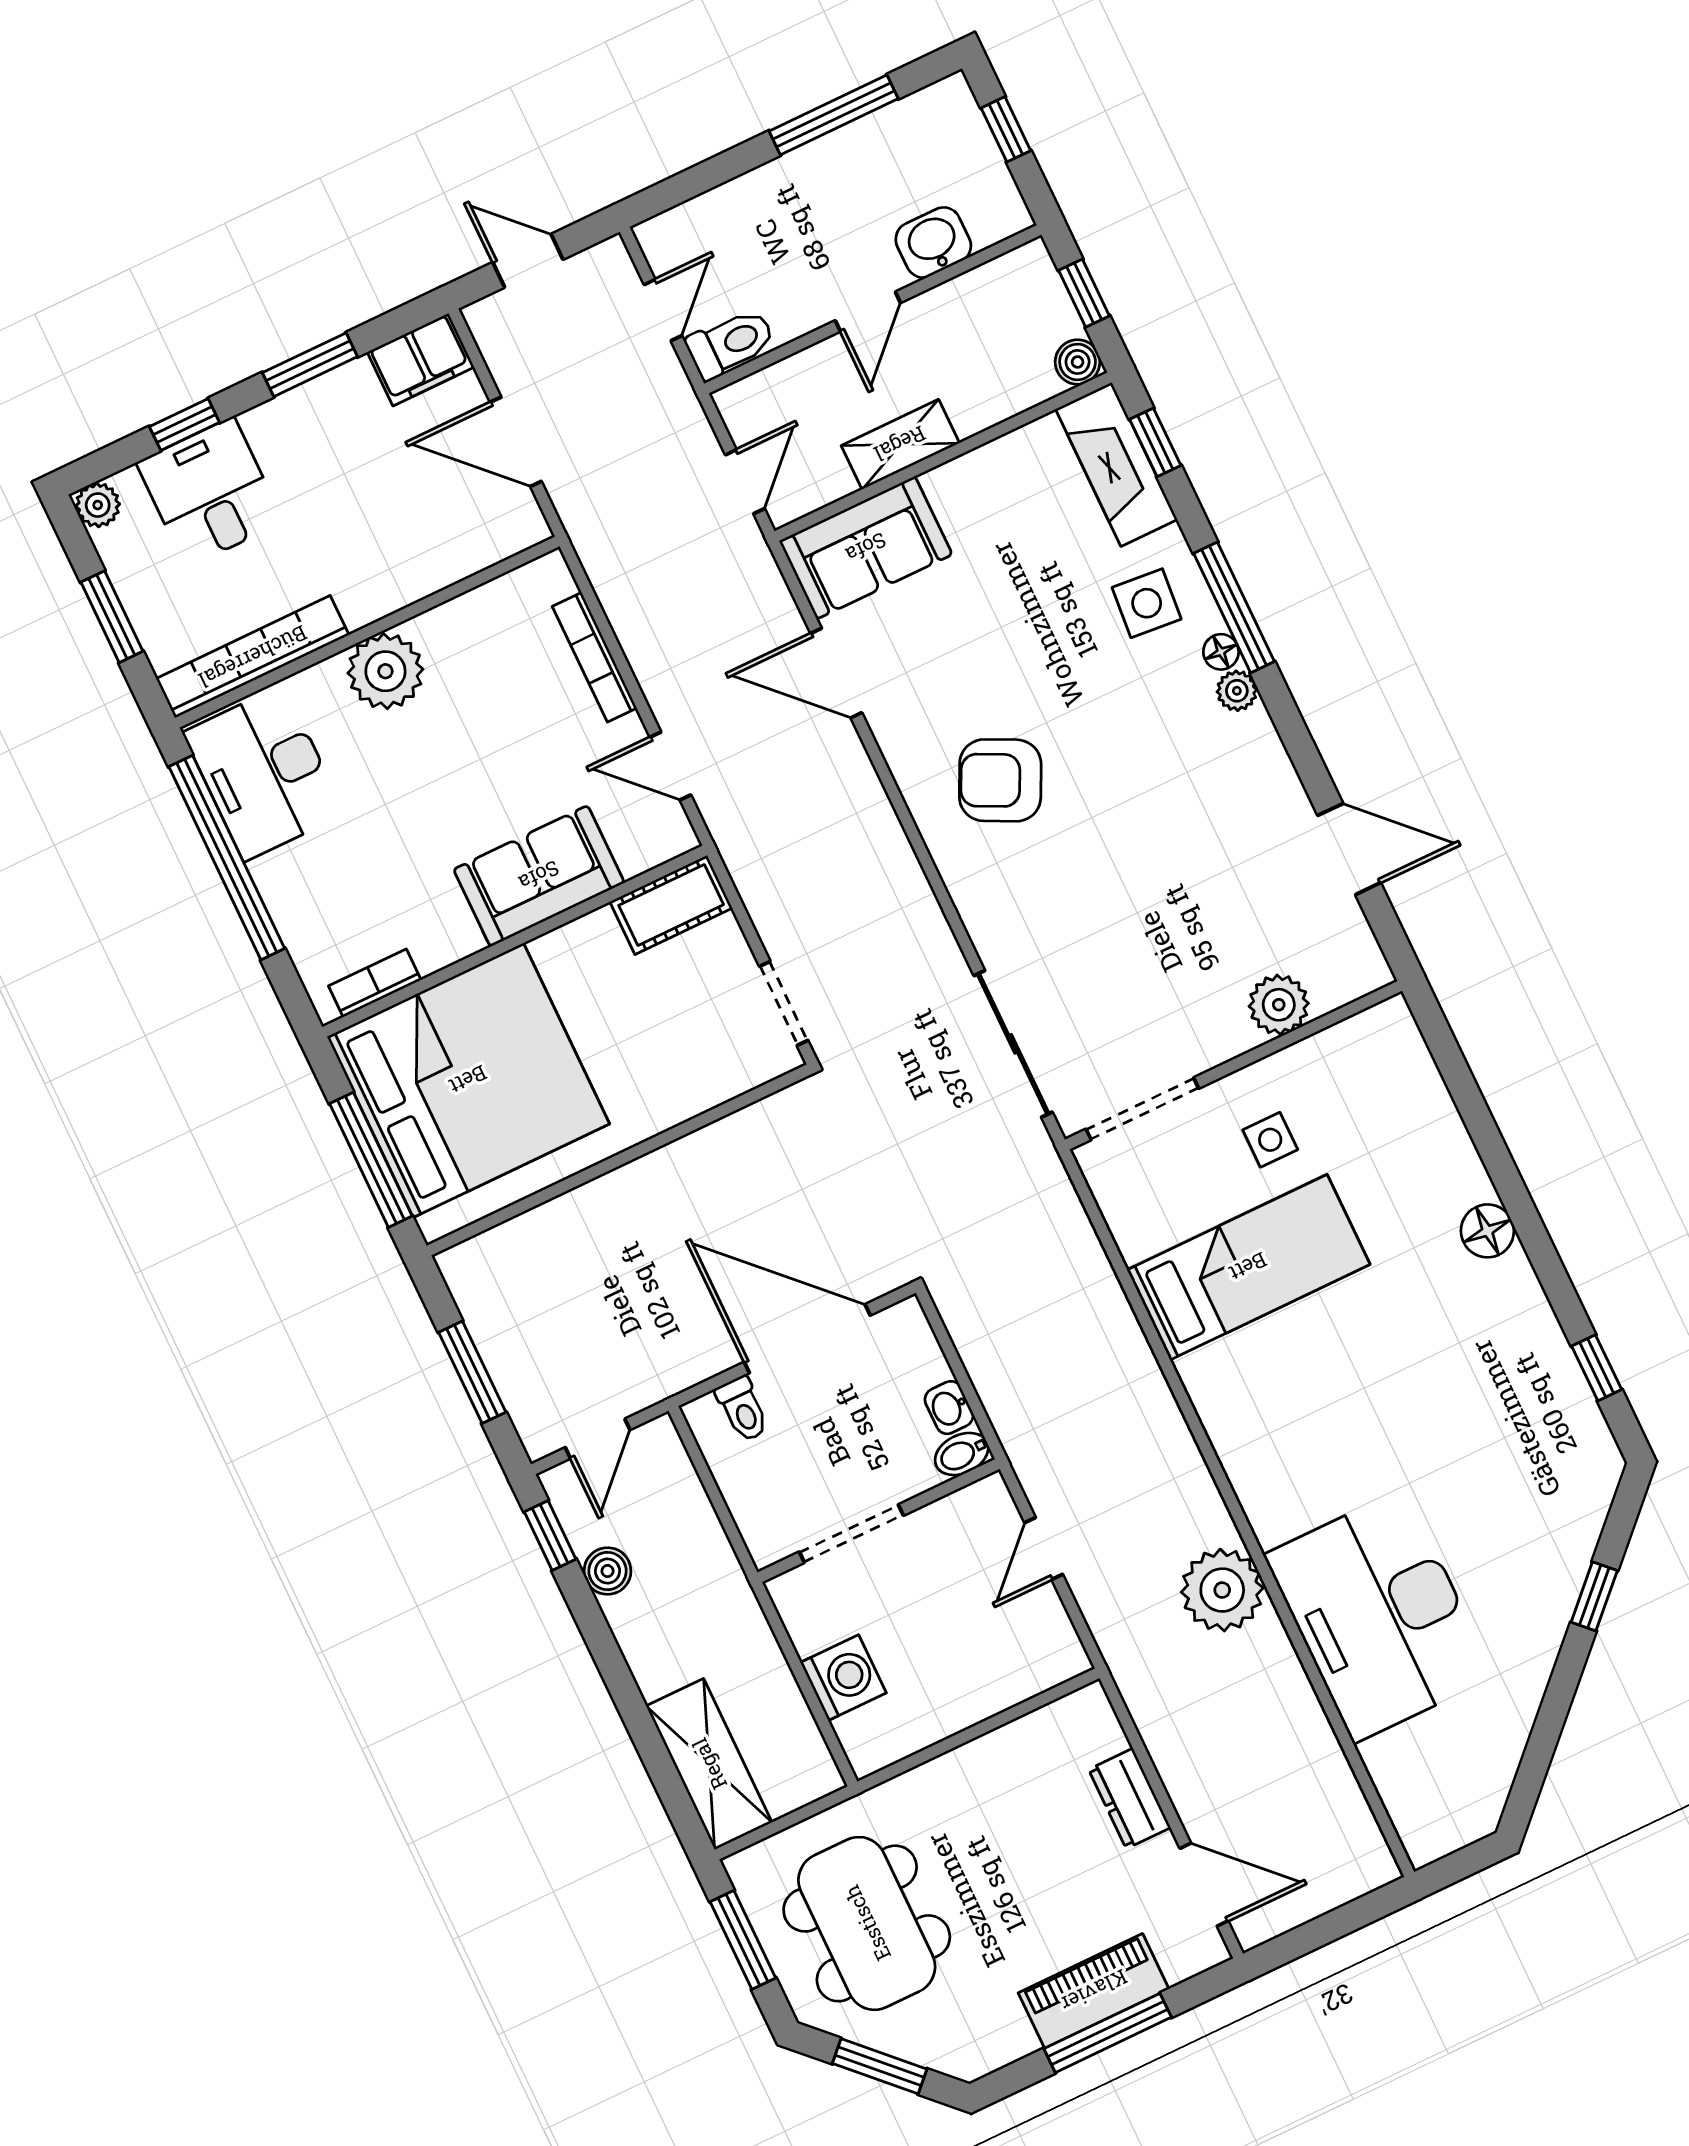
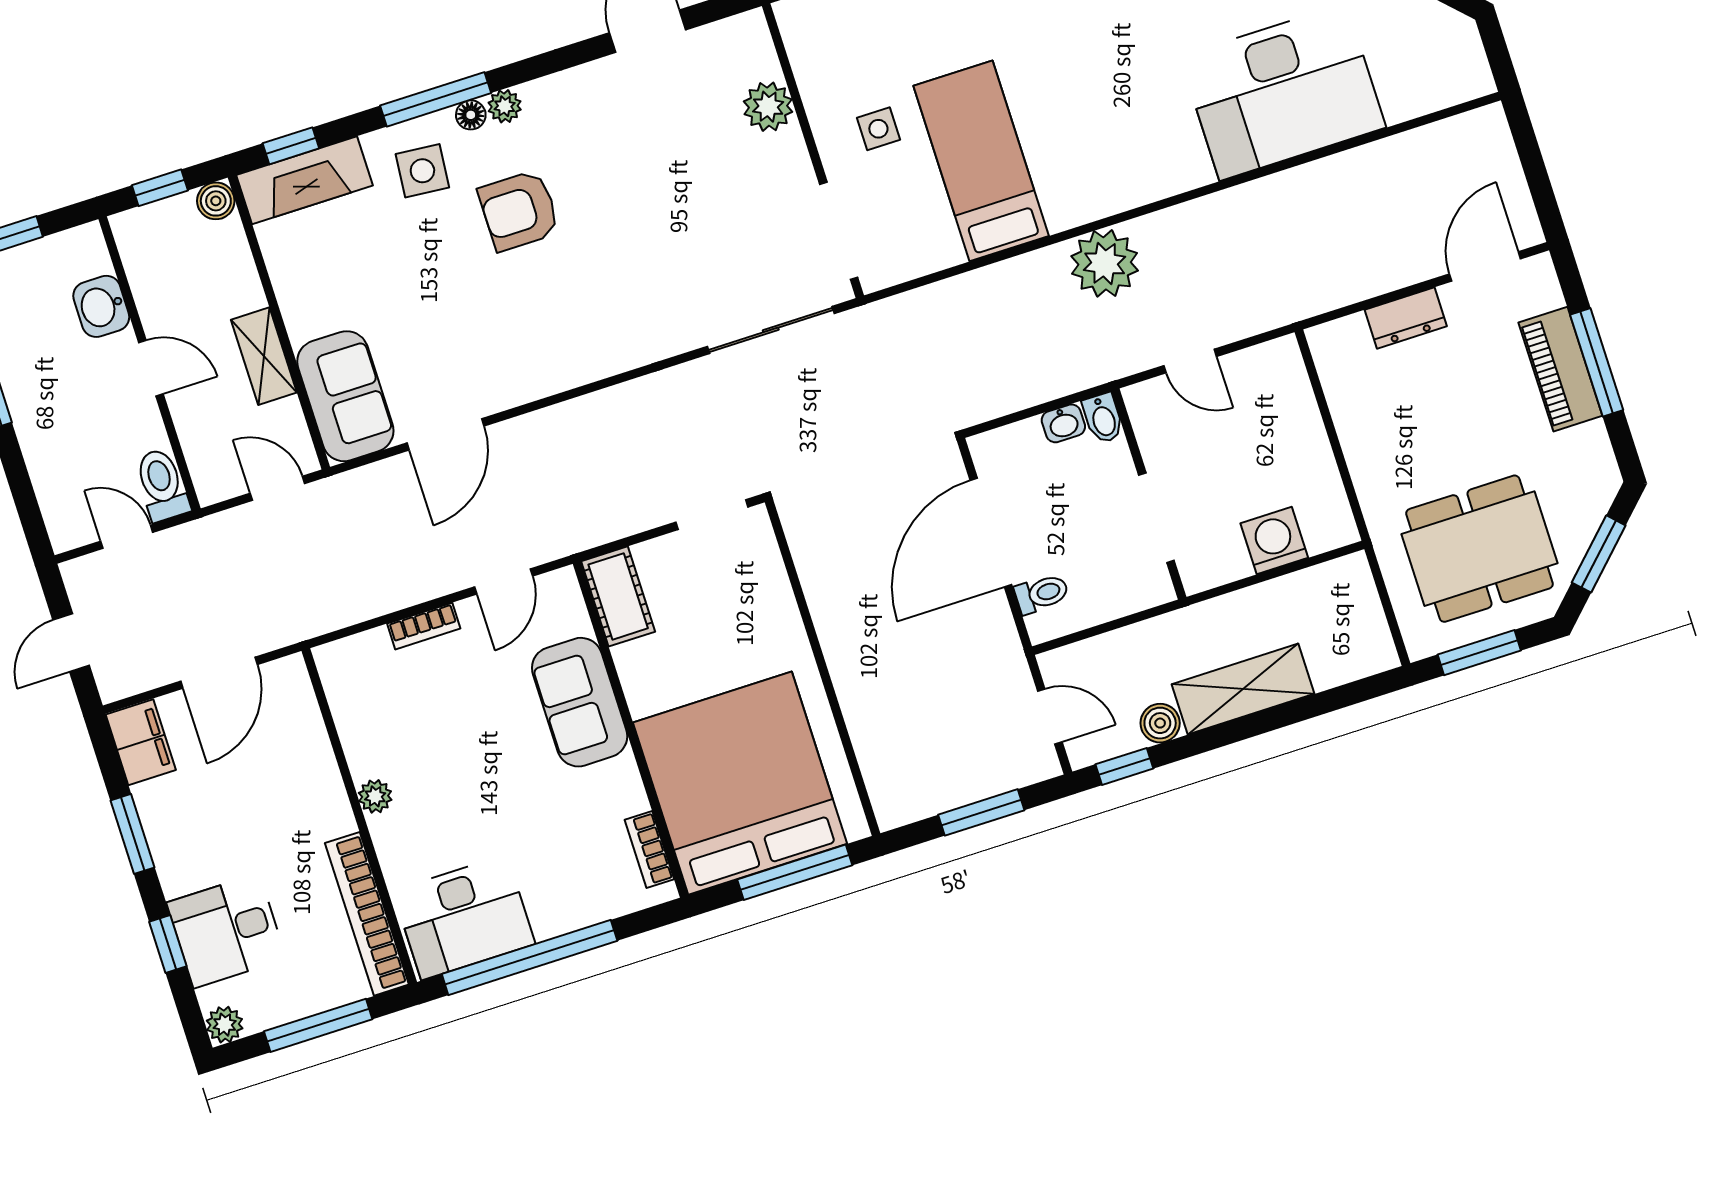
window: (112, 617) -> (318, 1025), width x1.44
bookcase: (595, 657) -> (424, 626), width x0.64
plant: (385, 671) -> (375, 796), width x0.53, depth x0.53
armchair: (1000, 780) -> (519, 211), moved, turned 64
plant: (1222, 1590) -> (1105, 263), moved
shelving: (709, 1764) -> (1243, 689), moved

